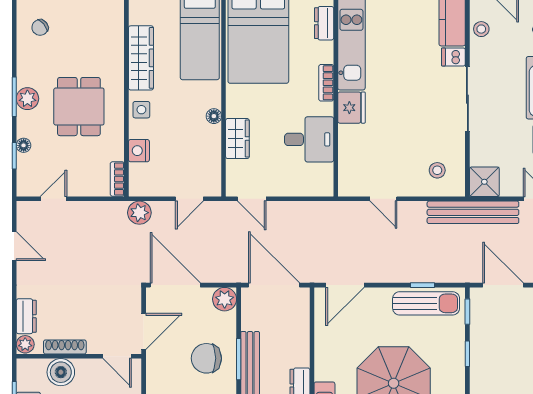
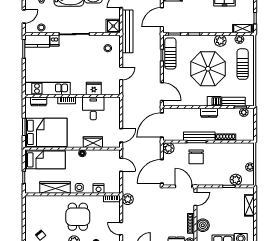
dining table: (79, 107) -> (78, 217), turned 90
fridge: (351, 108) -> (94, 89), moved
plant: (139, 213) -> (128, 199), moved

